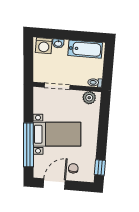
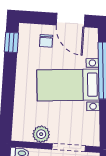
plant: (89, 98) -> (41, 134), moved
door: (54, 184) -> (71, 20), hinge flipped

